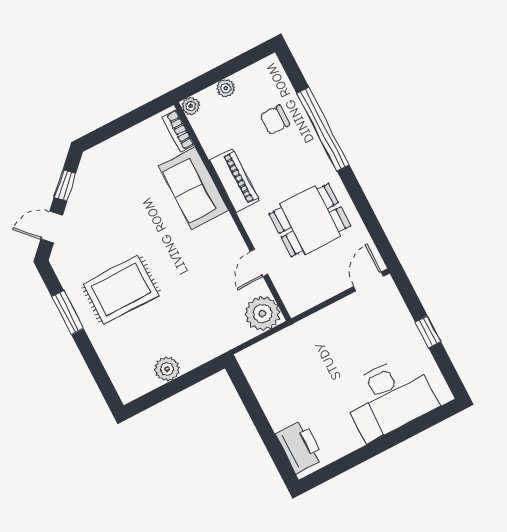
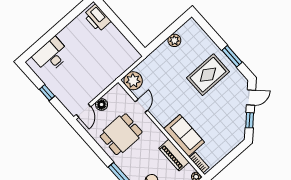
piano: (234, 181) -> (174, 155), moved
floor lamp: (332, 284) -> (102, 105), added
desk: (389, 398) -> (51, 55), width x0.73, depth x0.77

